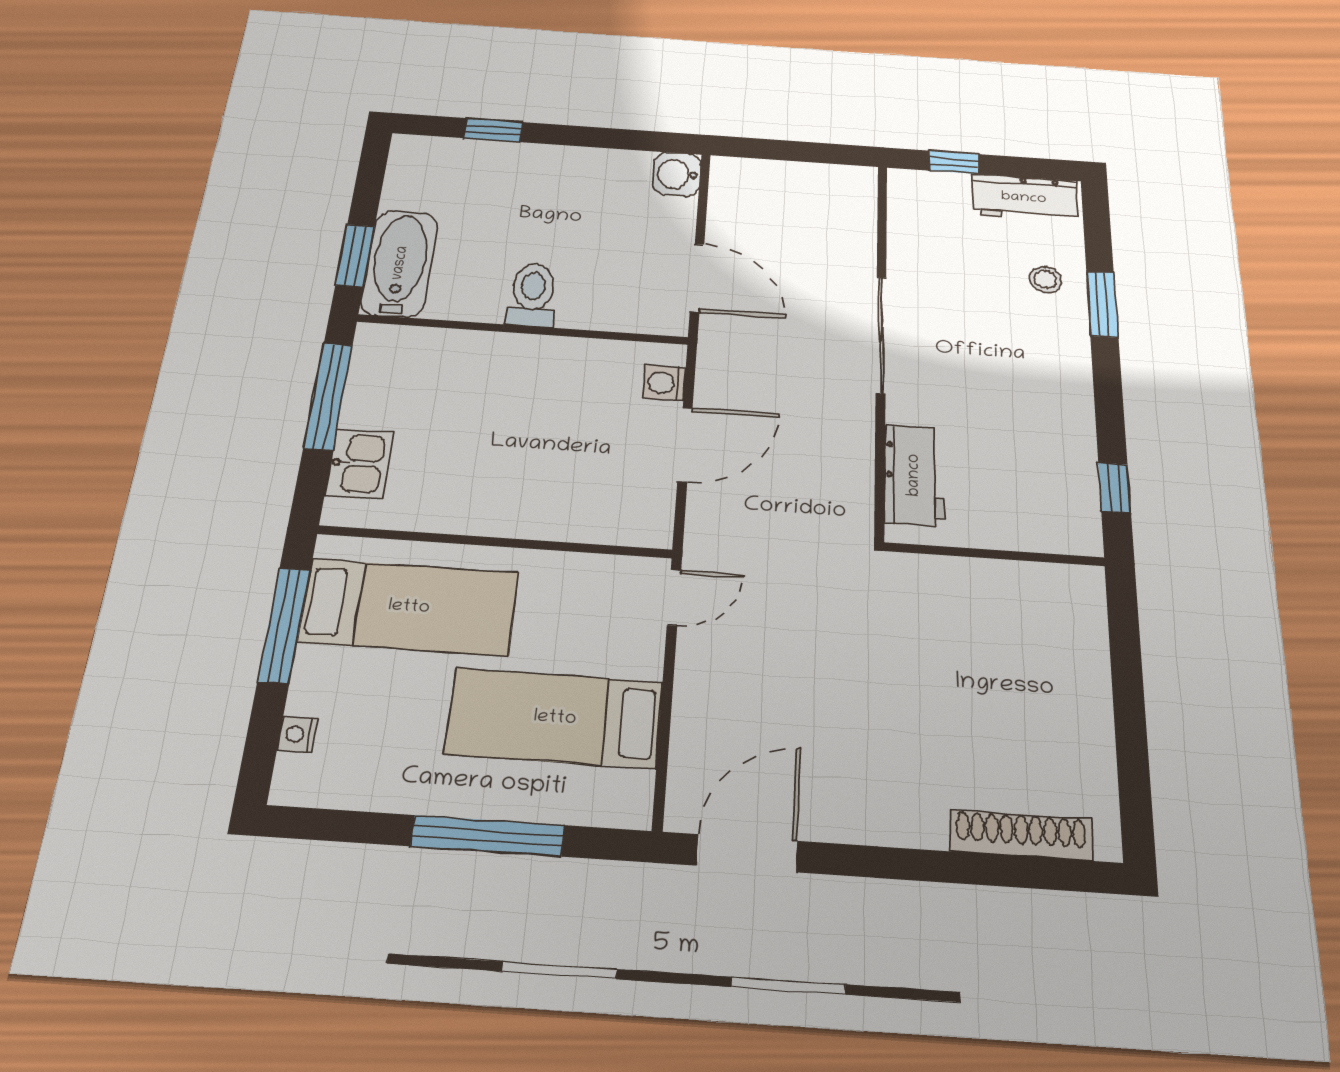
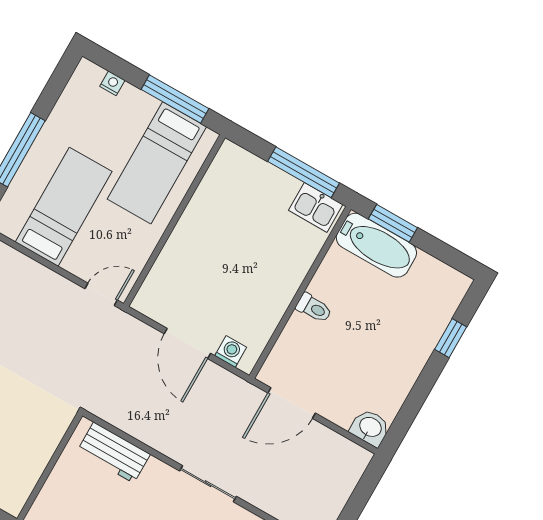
toilet: (532, 295) -> (314, 308), width x0.73, depth x0.72
sliding door: (881, 334) -> (208, 484), width x0.73
kitchen sink: (359, 464) -> (316, 207), moved
door: (674, 598) -> (101, 294), swing flipped

